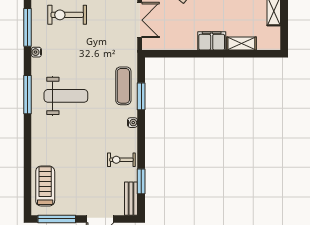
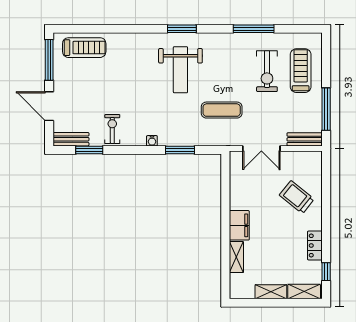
exercise bike: (67, 15) -> (267, 71), turned 180
water cooler: (36, 52) -> (227, 38), removed
exercise mat: (123, 86) -> (222, 110), moved
window: (28, 95) -> (182, 29), width x0.69

